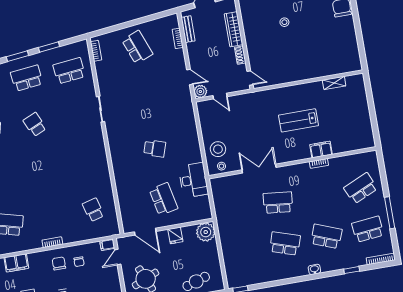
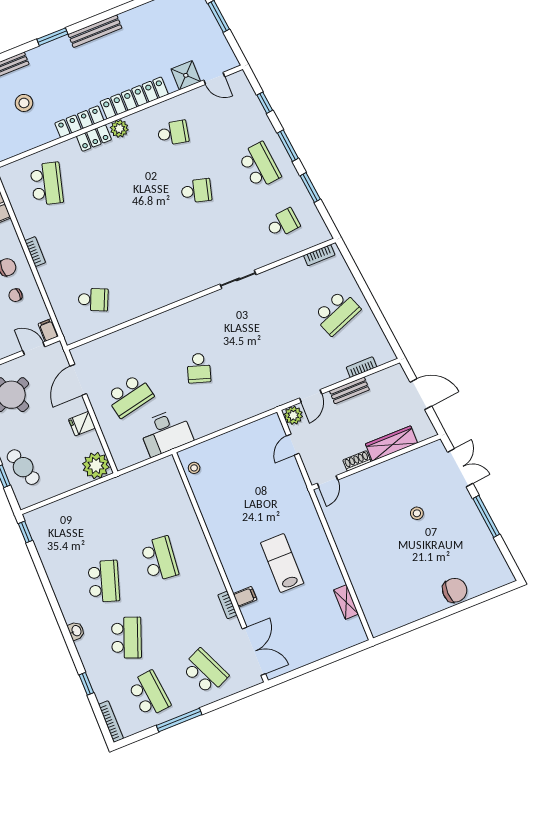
bench: (188, 29) -> (349, 390), moved
school desk: (69, 71) -> (283, 223), width x0.54
school desk: (35, 124) -> (196, 191), turned 39
stool: (218, 149) -> (217, 458), removed
filing cabinet: (321, 149) -> (245, 597), width x0.50
double door: (259, 169) -> (254, 651), moved
school desk: (93, 210) -> (93, 300), turned 39

